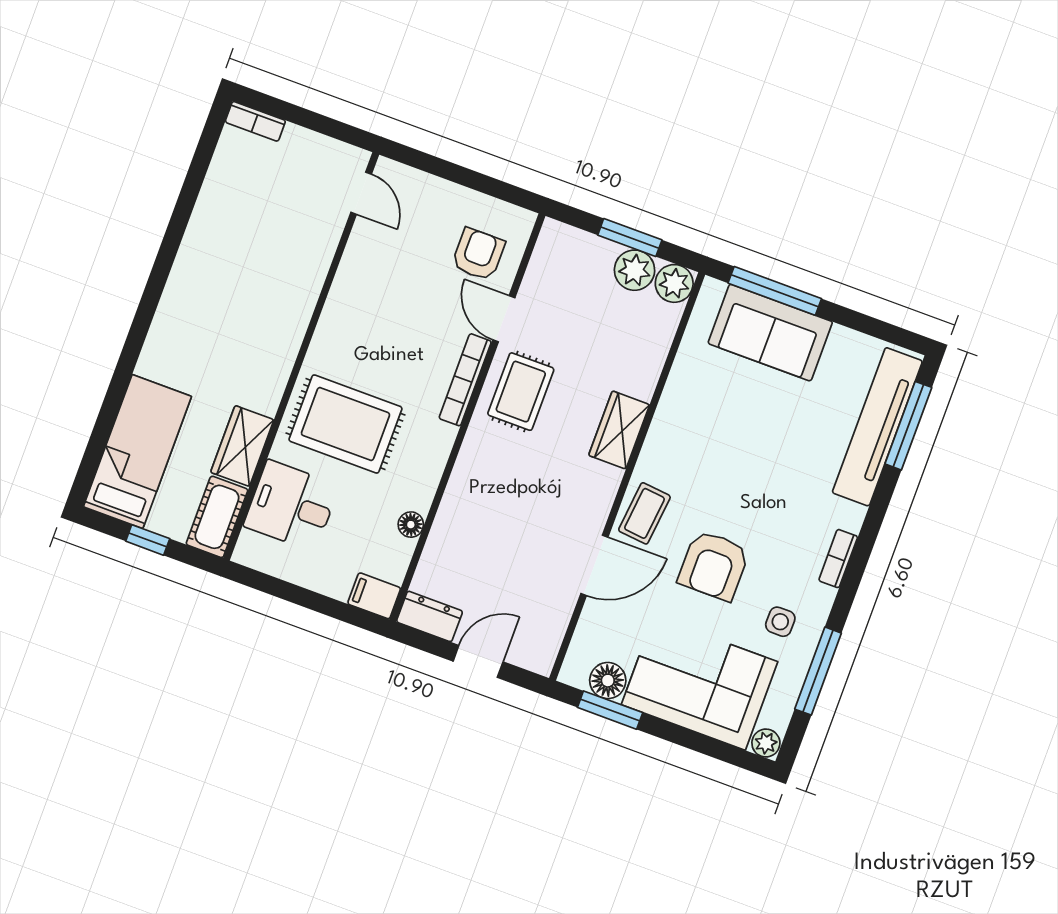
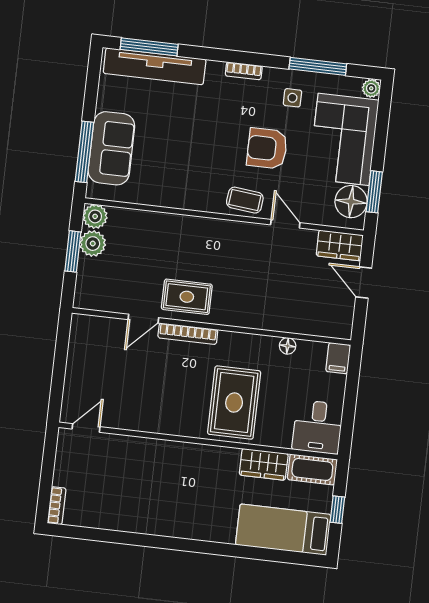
armchair: (478, 254) -> (107, 345), removed
wardrobe: (619, 430) -> (340, 245), moved
desk: (291, 506) -> (318, 427), moved
door: (594, 565) -> (285, 224), width x0.73
armchair: (714, 565) -> (267, 148), turned 180
dresser: (430, 616) -> (343, 320), removed
floor lamp: (608, 681) -> (351, 202), width x1.38, depth x1.38

